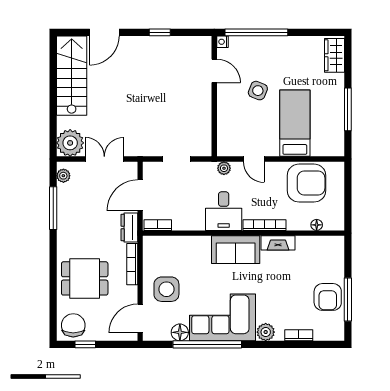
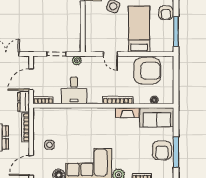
armchair: (333, 100) -> (166, 13), added
window: (348, 109) -> (176, 32), moved
plant: (224, 168) -> (77, 60), moved
desk: (224, 211) -> (74, 90), moved
sofa: (236, 250) -> (157, 117), moved
side table: (166, 289) -> (49, 145), width x0.54, depth x0.54

